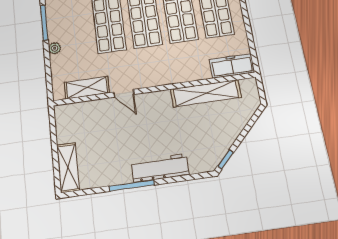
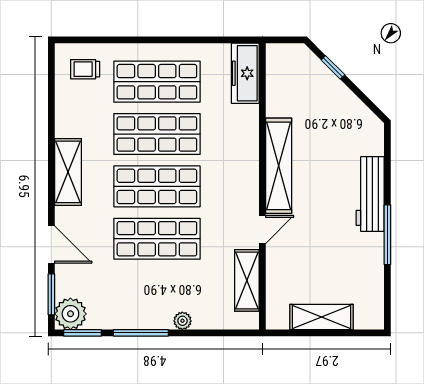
shelving: (206, 93) -> (279, 166), moved
window: (225, 159) -> (333, 67), moved
shelving: (68, 167) -> (322, 317), moved

